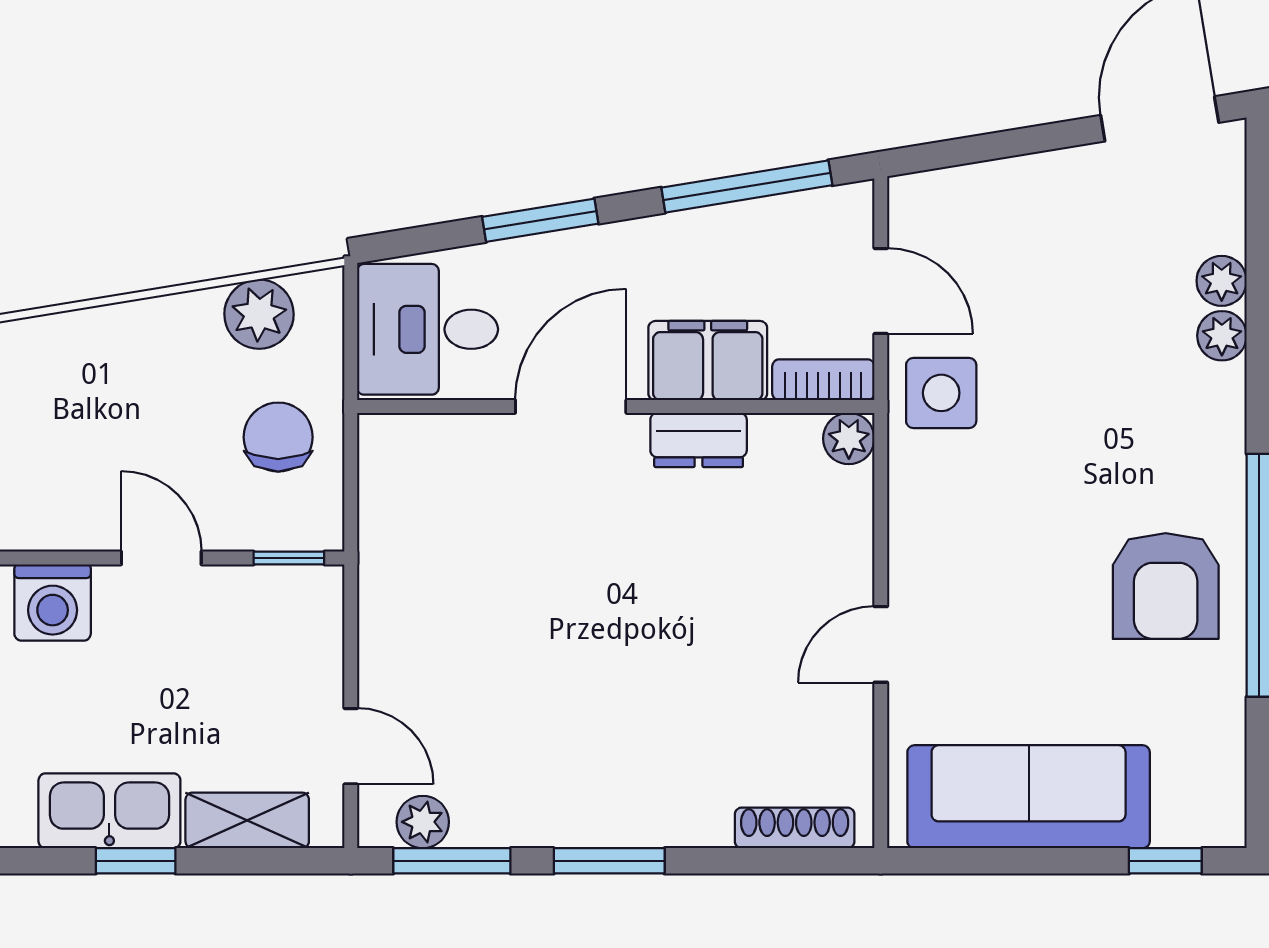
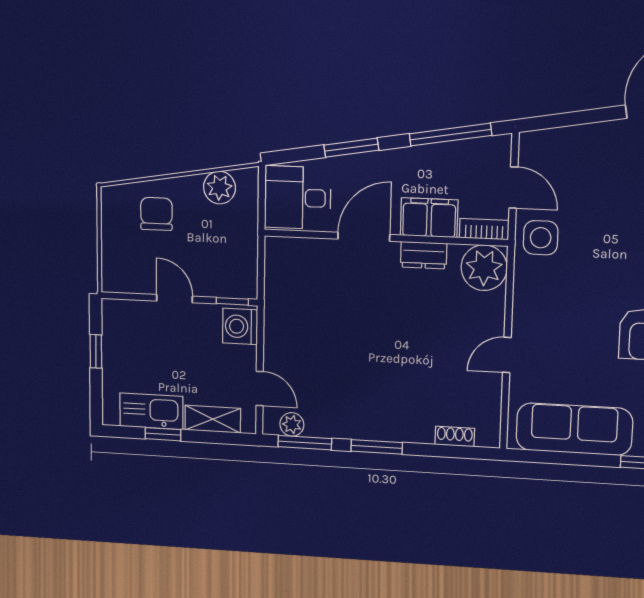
chair: (278, 437) -> (156, 214), moved
plant: (849, 439) -> (484, 268), width x1.87, depth x1.87
washing machine: (53, 602) -> (240, 326), moved, turned 90
shoe rack: (795, 828) -> (455, 437), width x0.70

